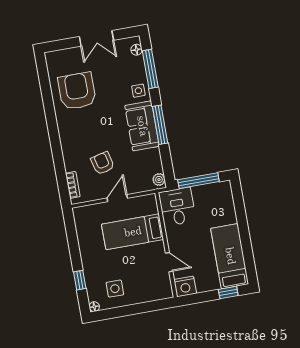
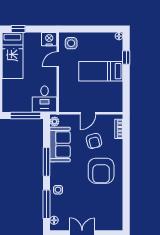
armchair: (77, 91) -> (101, 171), moved
sofa: (142, 126) -> (60, 144), moved
bed: (133, 232) -> (101, 71), moved, turned 180
door: (169, 262) -> (58, 59), hinge flipped
side table: (115, 289) -> (71, 43), moved

